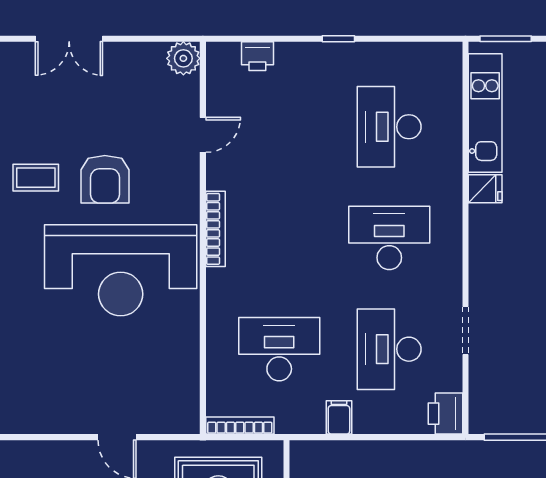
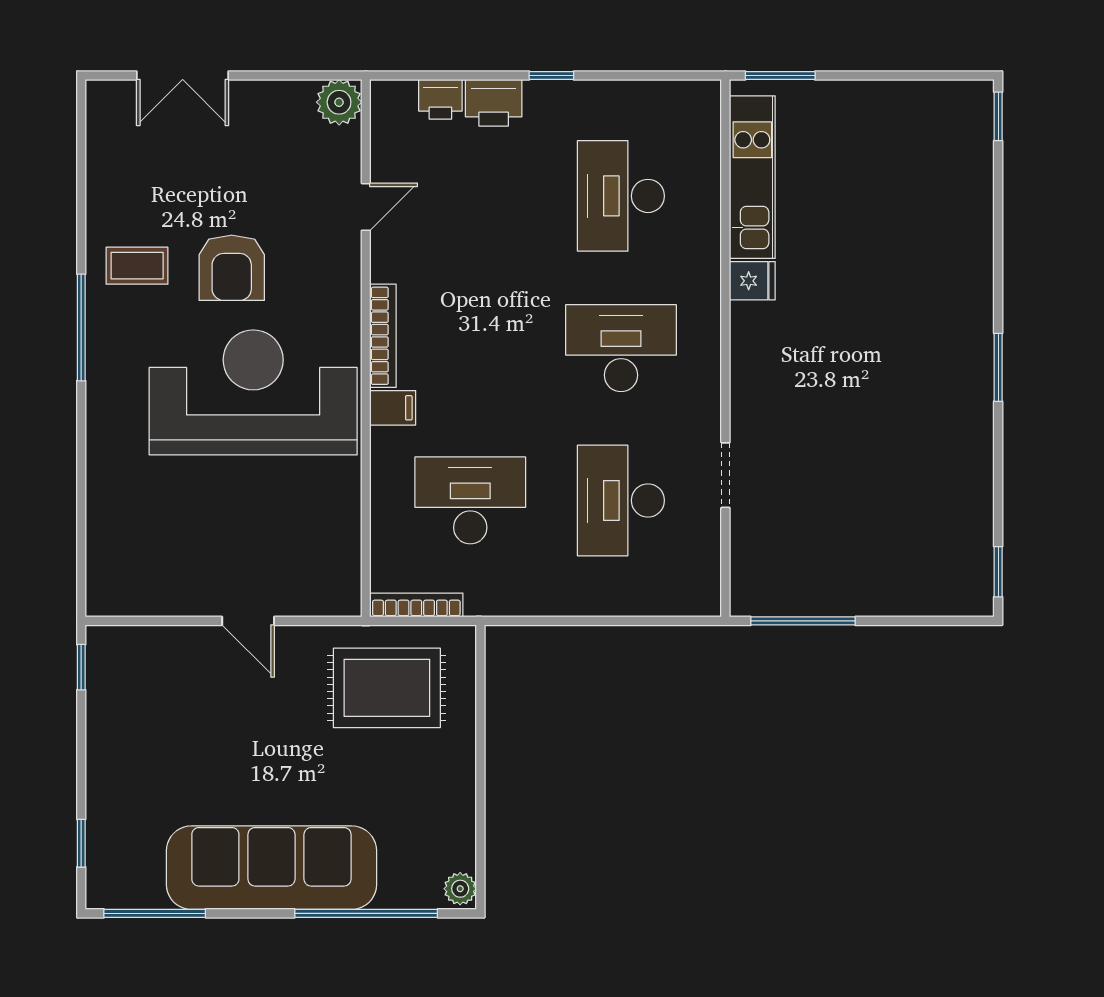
reception desk: (121, 270) -> (253, 392), turned 180
printer: (446, 414) -> (494, 103), moved, turned -90
filing cabinet: (339, 417) -> (393, 408), moved, turned 90

